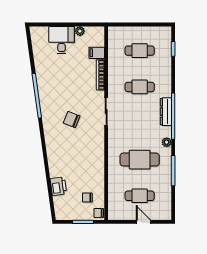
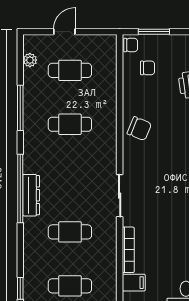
chair: (72, 120) -> (139, 129), moved
plant: (167, 142) -> (30, 60), moved
cafe table: (140, 160) -> (70, 124), width x0.73, depth x0.74
door: (143, 222) -> (64, 32), swing flipped

